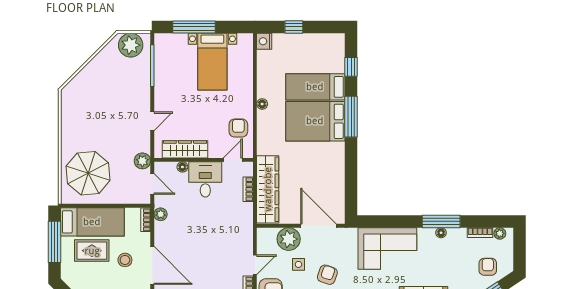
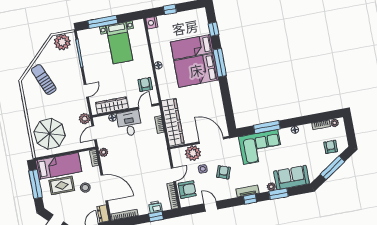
sun lounger: (94, 94) -> (44, 80), added
door: (152, 184) -> (94, 133), swing flipped
window: (441, 221) -> (267, 127), moved

